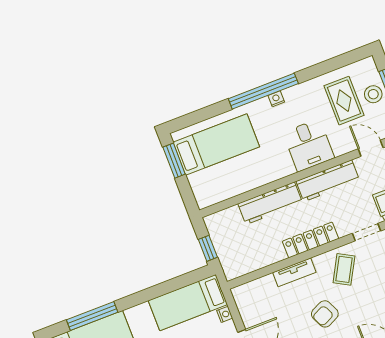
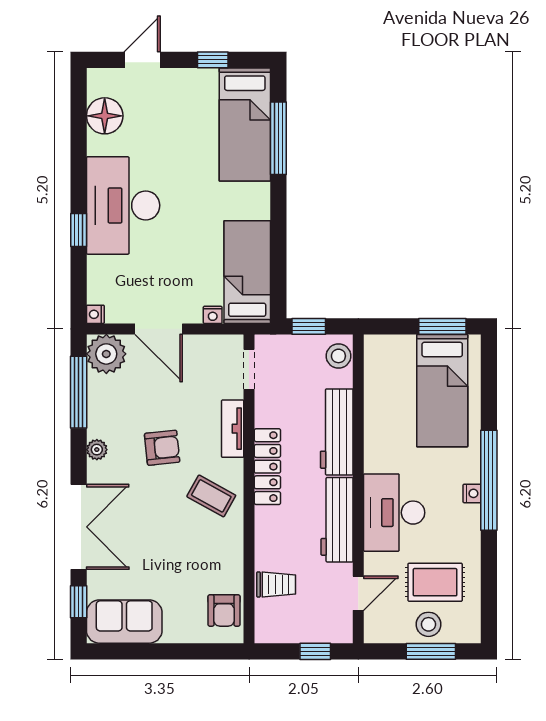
desk: (309, 145) -> (394, 513), width x1.37
stool: (220, 221) -> (338, 356), added
doorway: (367, 232) -> (249, 369), moved
armchair: (325, 314) -> (162, 448), turned 109

